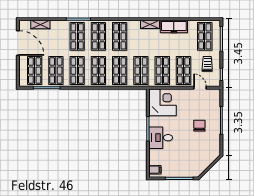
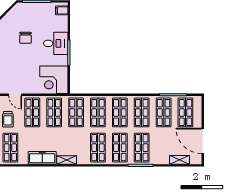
chair: (199, 126) -> (25, 38), moved

